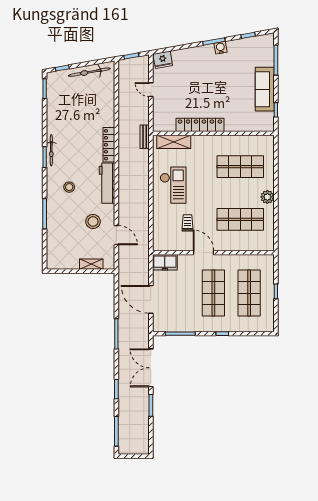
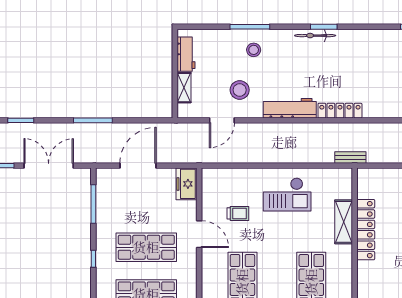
shelving: (174, 142) -> (344, 222), moved
bicycle: (51, 150) -> (315, 36), moved
stool: (69, 187) -> (254, 50), moved
door: (203, 253) -> (199, 234), hinge flipped
workbench: (66, 263) -> (186, 54), added

